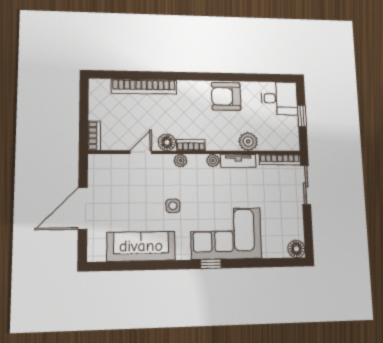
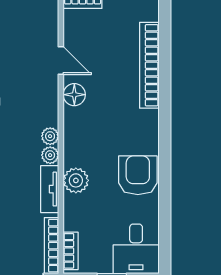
plant: (248, 141) -> (76, 180), moved
bookcase: (191, 145) -> (71, 251), moved
plant: (180, 161) -> (50, 136), moved

